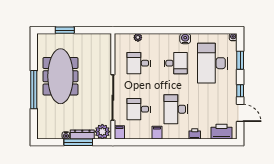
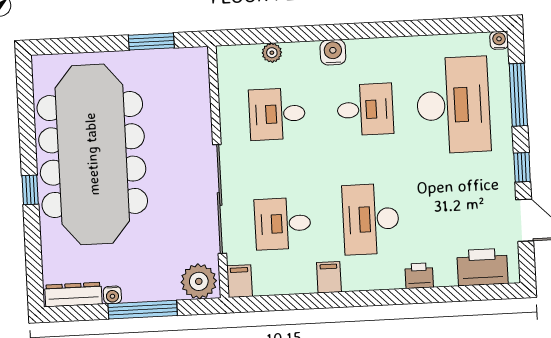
window: (65, 30) -> (151, 41), moved
water cooler: (185, 39) -> (333, 52), moved
window: (240, 60) -> (518, 95), width x1.44
desk: (213, 63) -> (453, 105), turned 180
meeting table: (60, 76) -> (92, 154), width x1.36, depth x1.27
window: (34, 90) -> (30, 190), width x0.32
dresser: (82, 134) -> (73, 295), moved

